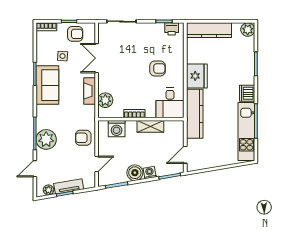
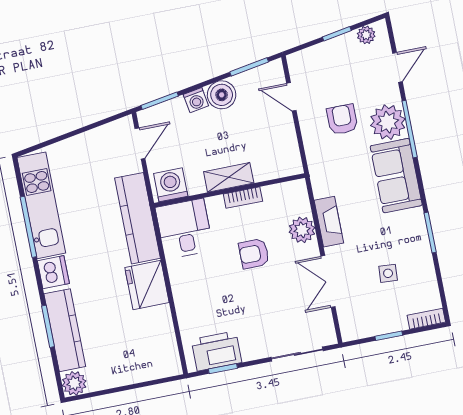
printer: (172, 29) -> (216, 351), width x1.87, depth x1.48
kitchen counter: (209, 30) -> (65, 330), moved, turned 90
armchair: (75, 34) -> (374, 316), removed
double door: (97, 58) -> (328, 281), swing flipped
armchair: (158, 68) -> (254, 254), moved
sofa: (47, 85) -> (396, 176), moved
plant: (105, 100) -> (302, 230), moved
shelving: (150, 126) -> (229, 177), moved
washing machine: (117, 129) -> (171, 185), moved
armchair: (83, 138) -> (342, 119), moved, turned -90
door: (97, 164) -> (291, 97), hinge flipped
tv unit: (69, 186) -> (332, 48), removed

